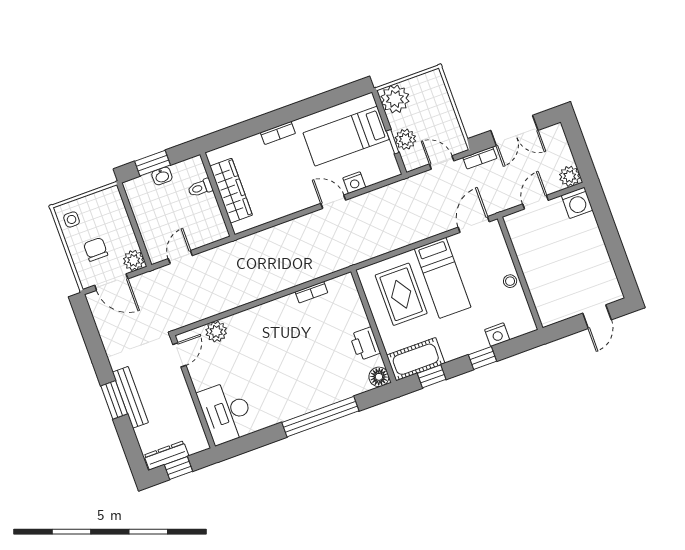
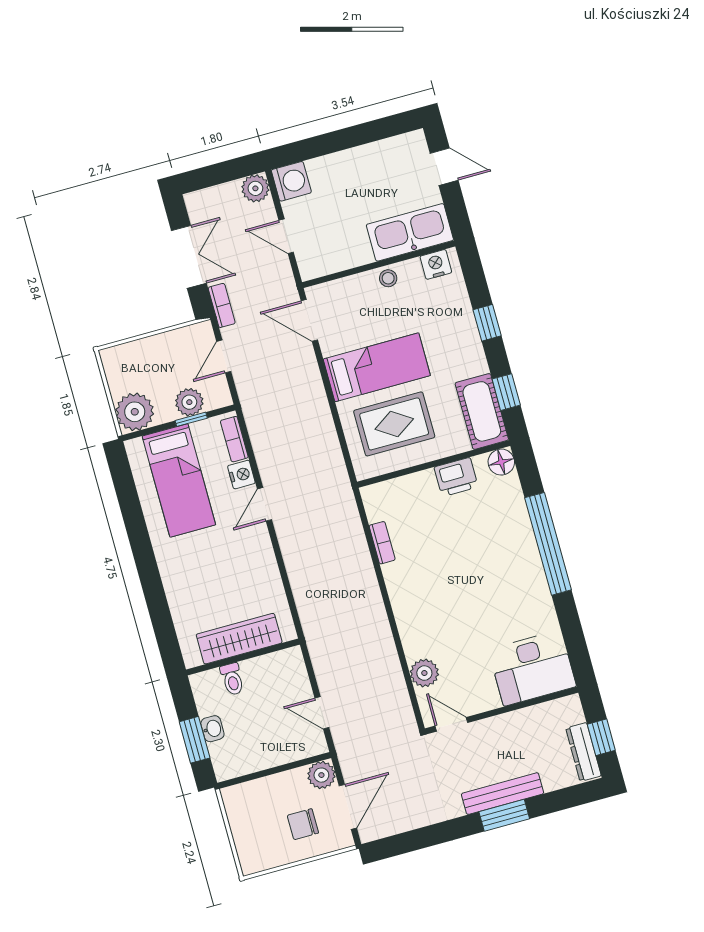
bookcase: (278, 133) -> (234, 439), moved, turned 180
side table: (72, 219) -> (261, 853), removed
kitchen sink: (546, 295) -> (410, 232), added
nightstand: (497, 335) -> (436, 264), moved, turned -90

